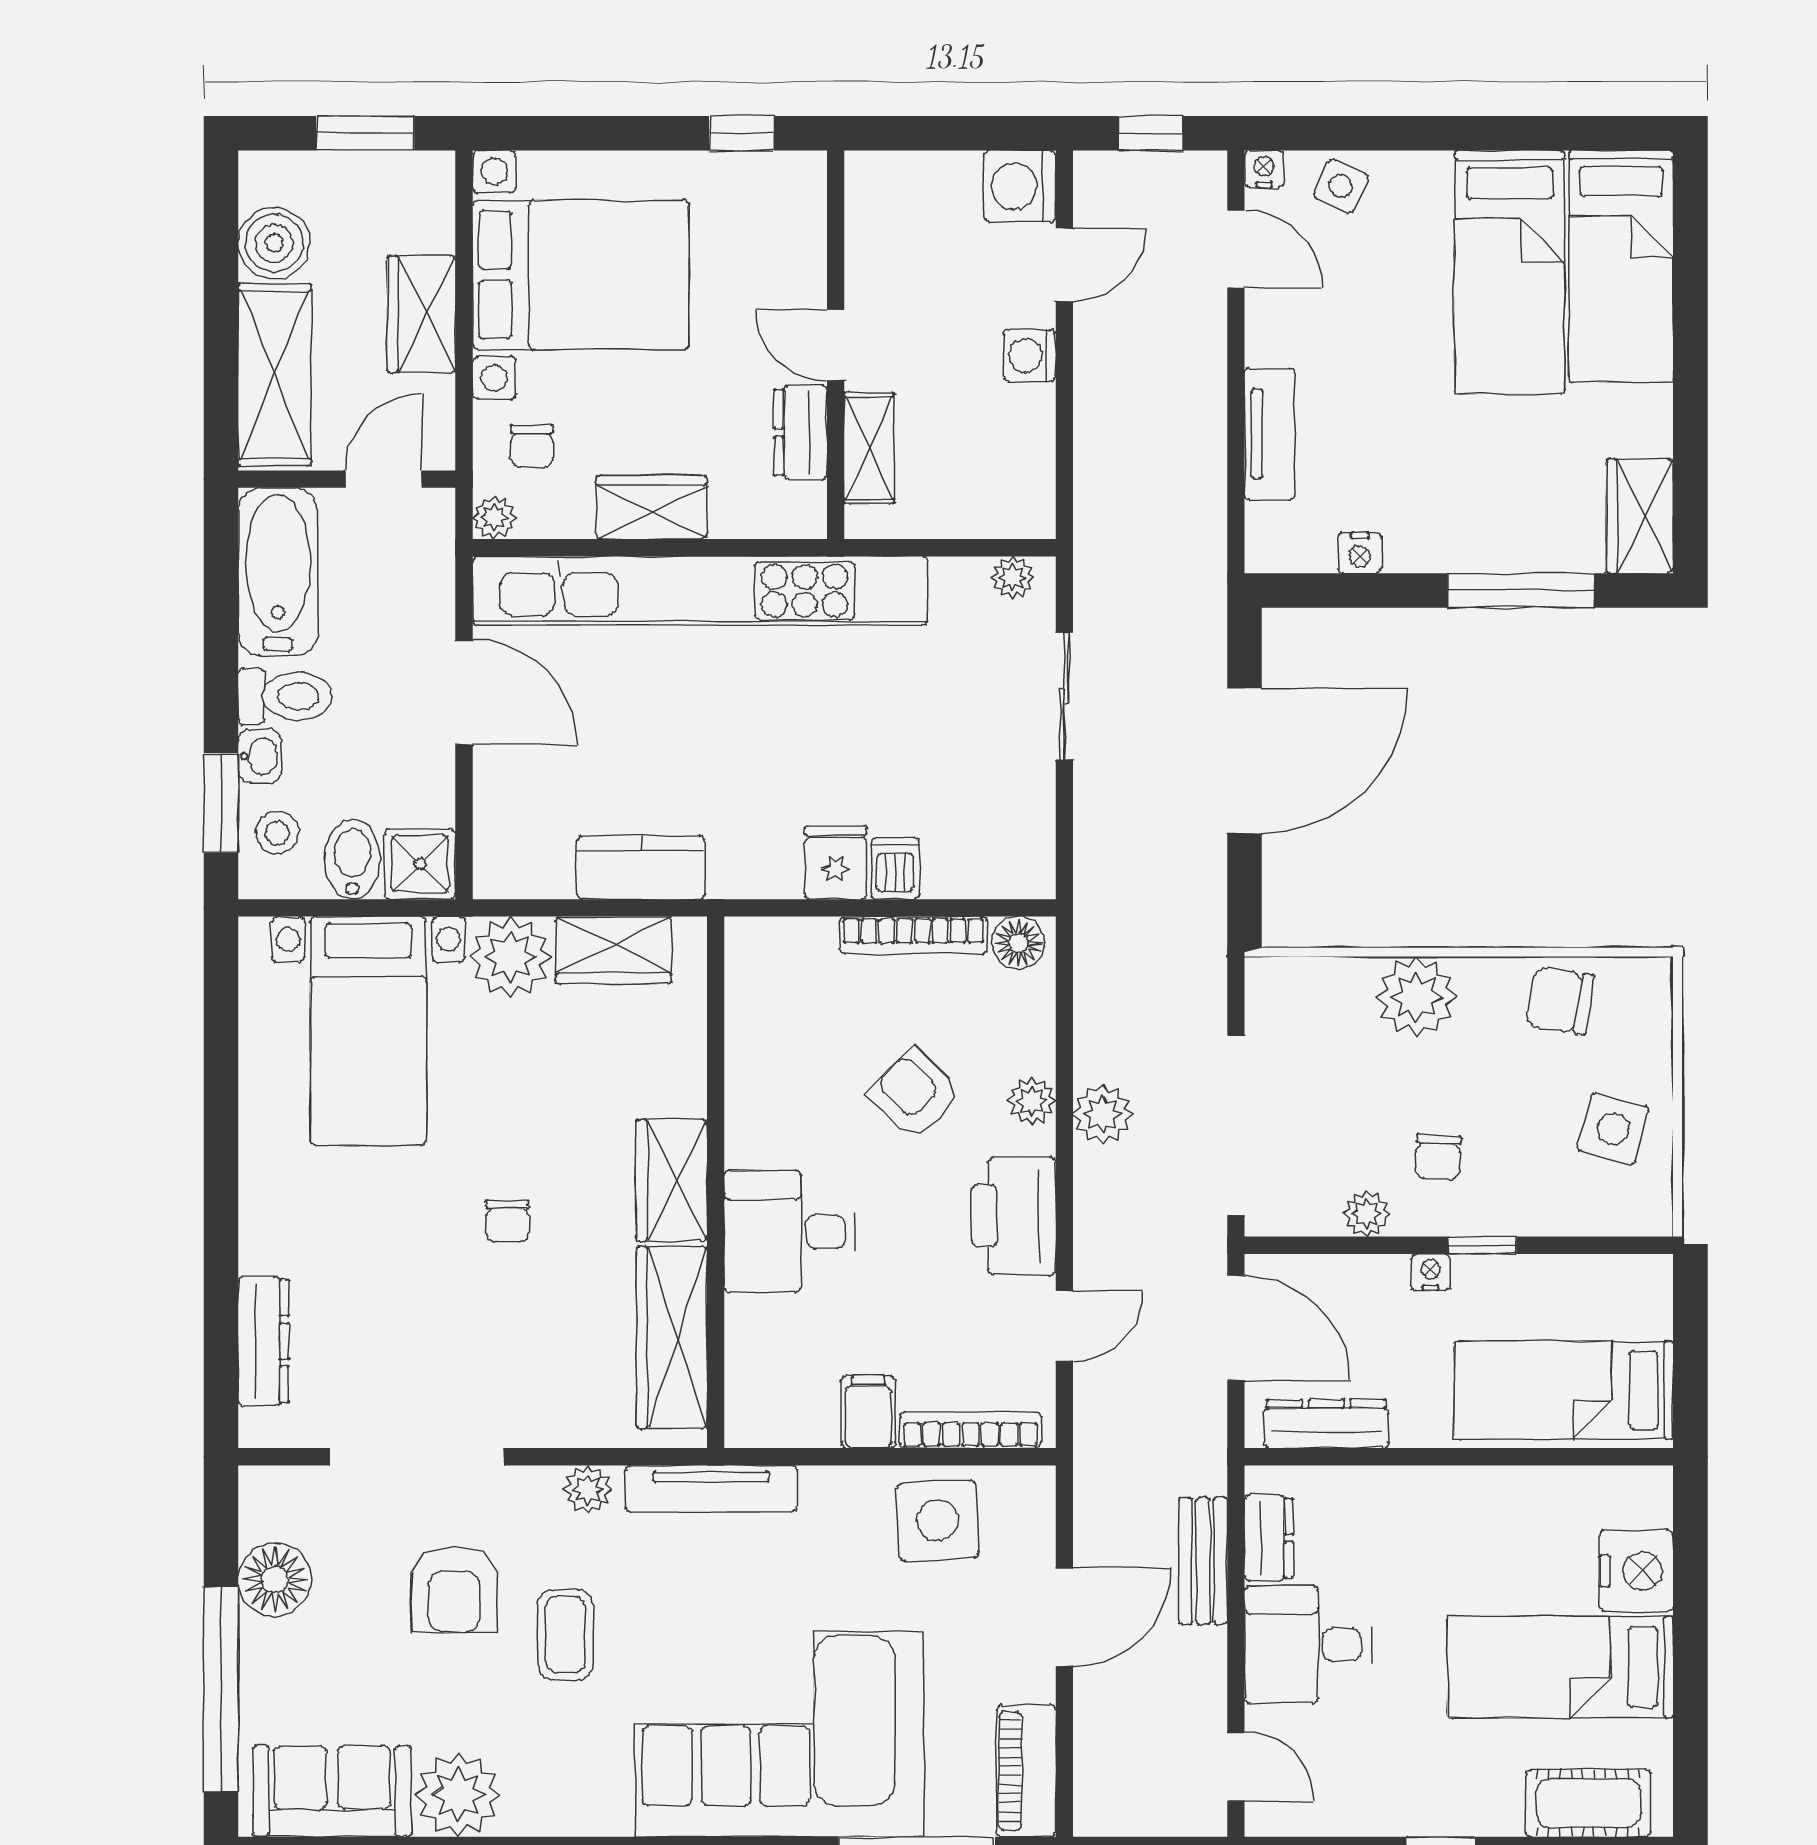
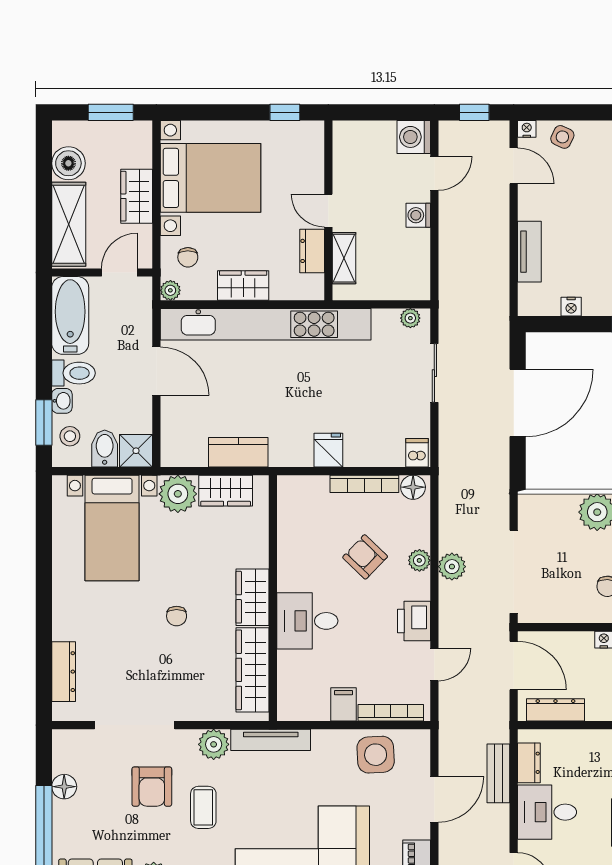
dishwasher: (895, 868) -> (417, 453), moved
plant: (1366, 1214) -> (574, 613), removed
printer: (1014, 1216) -> (414, 621), width x0.73, depth x0.84
plant: (588, 1489) -> (214, 744), width x1.38, depth x1.38
floor lamp: (275, 1580) -> (64, 787), width x0.73, depth x0.73

